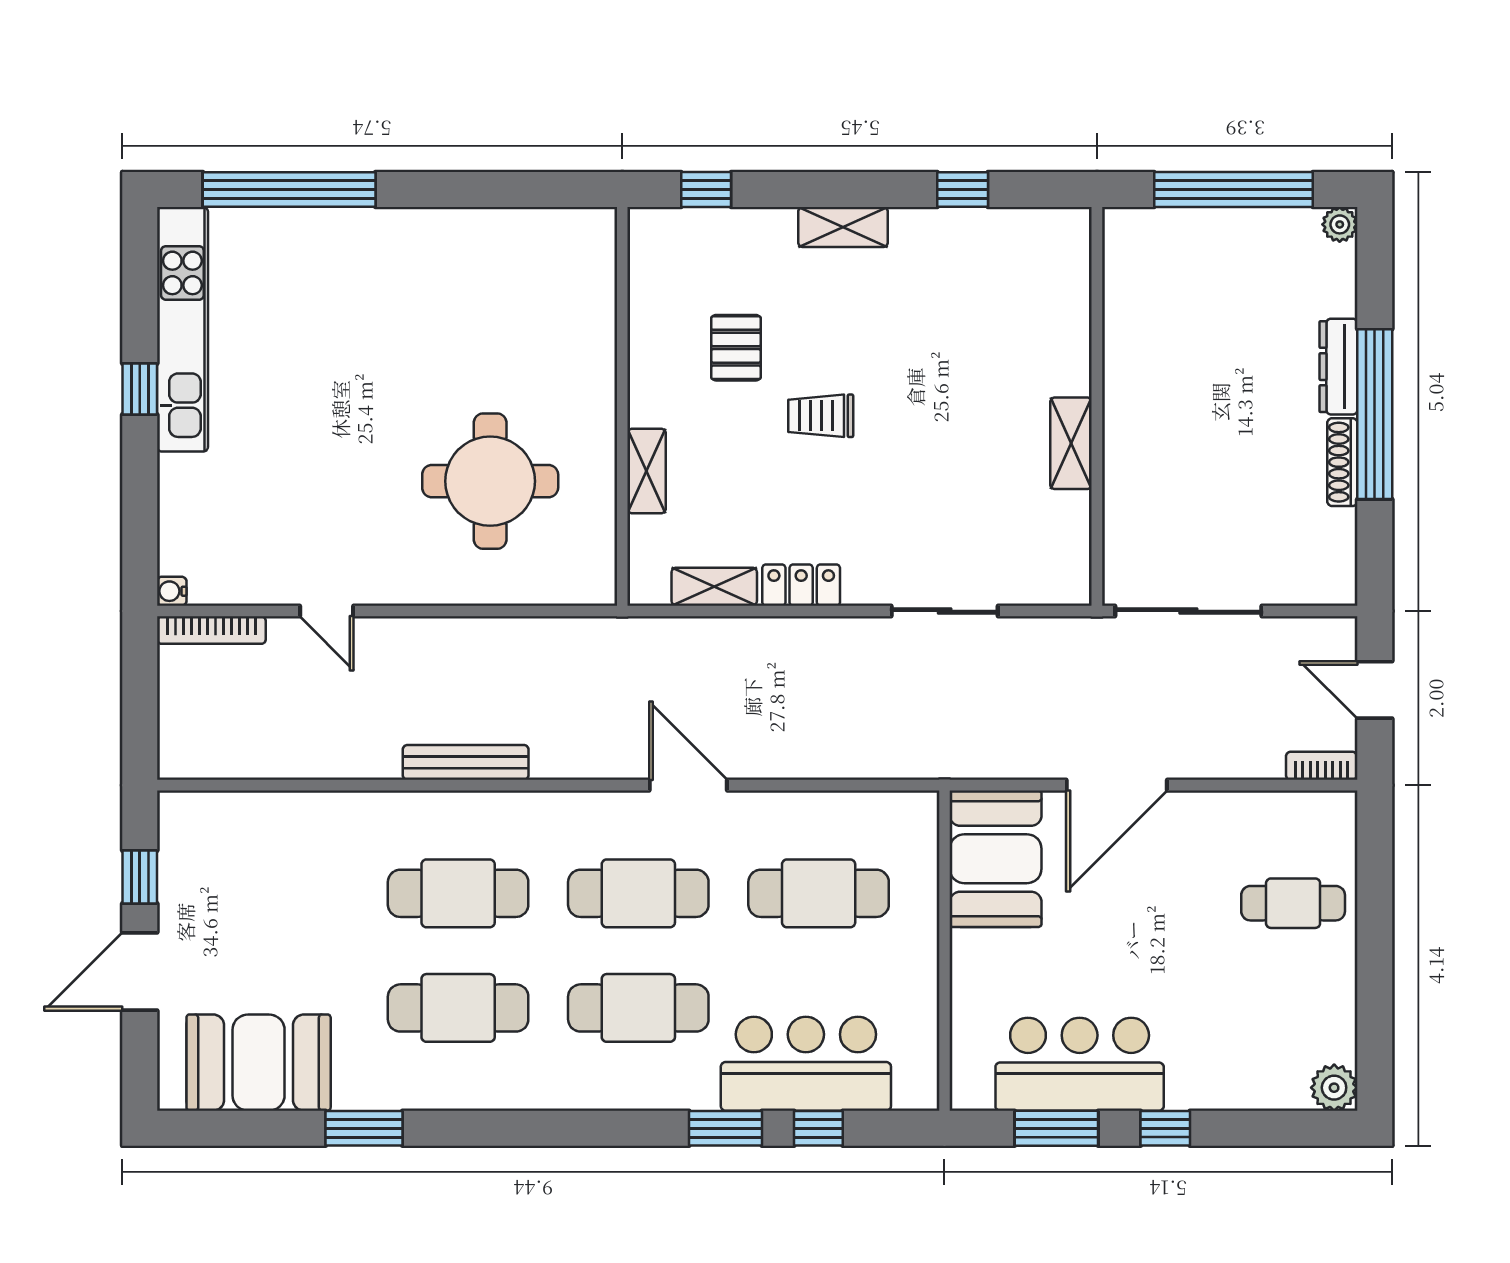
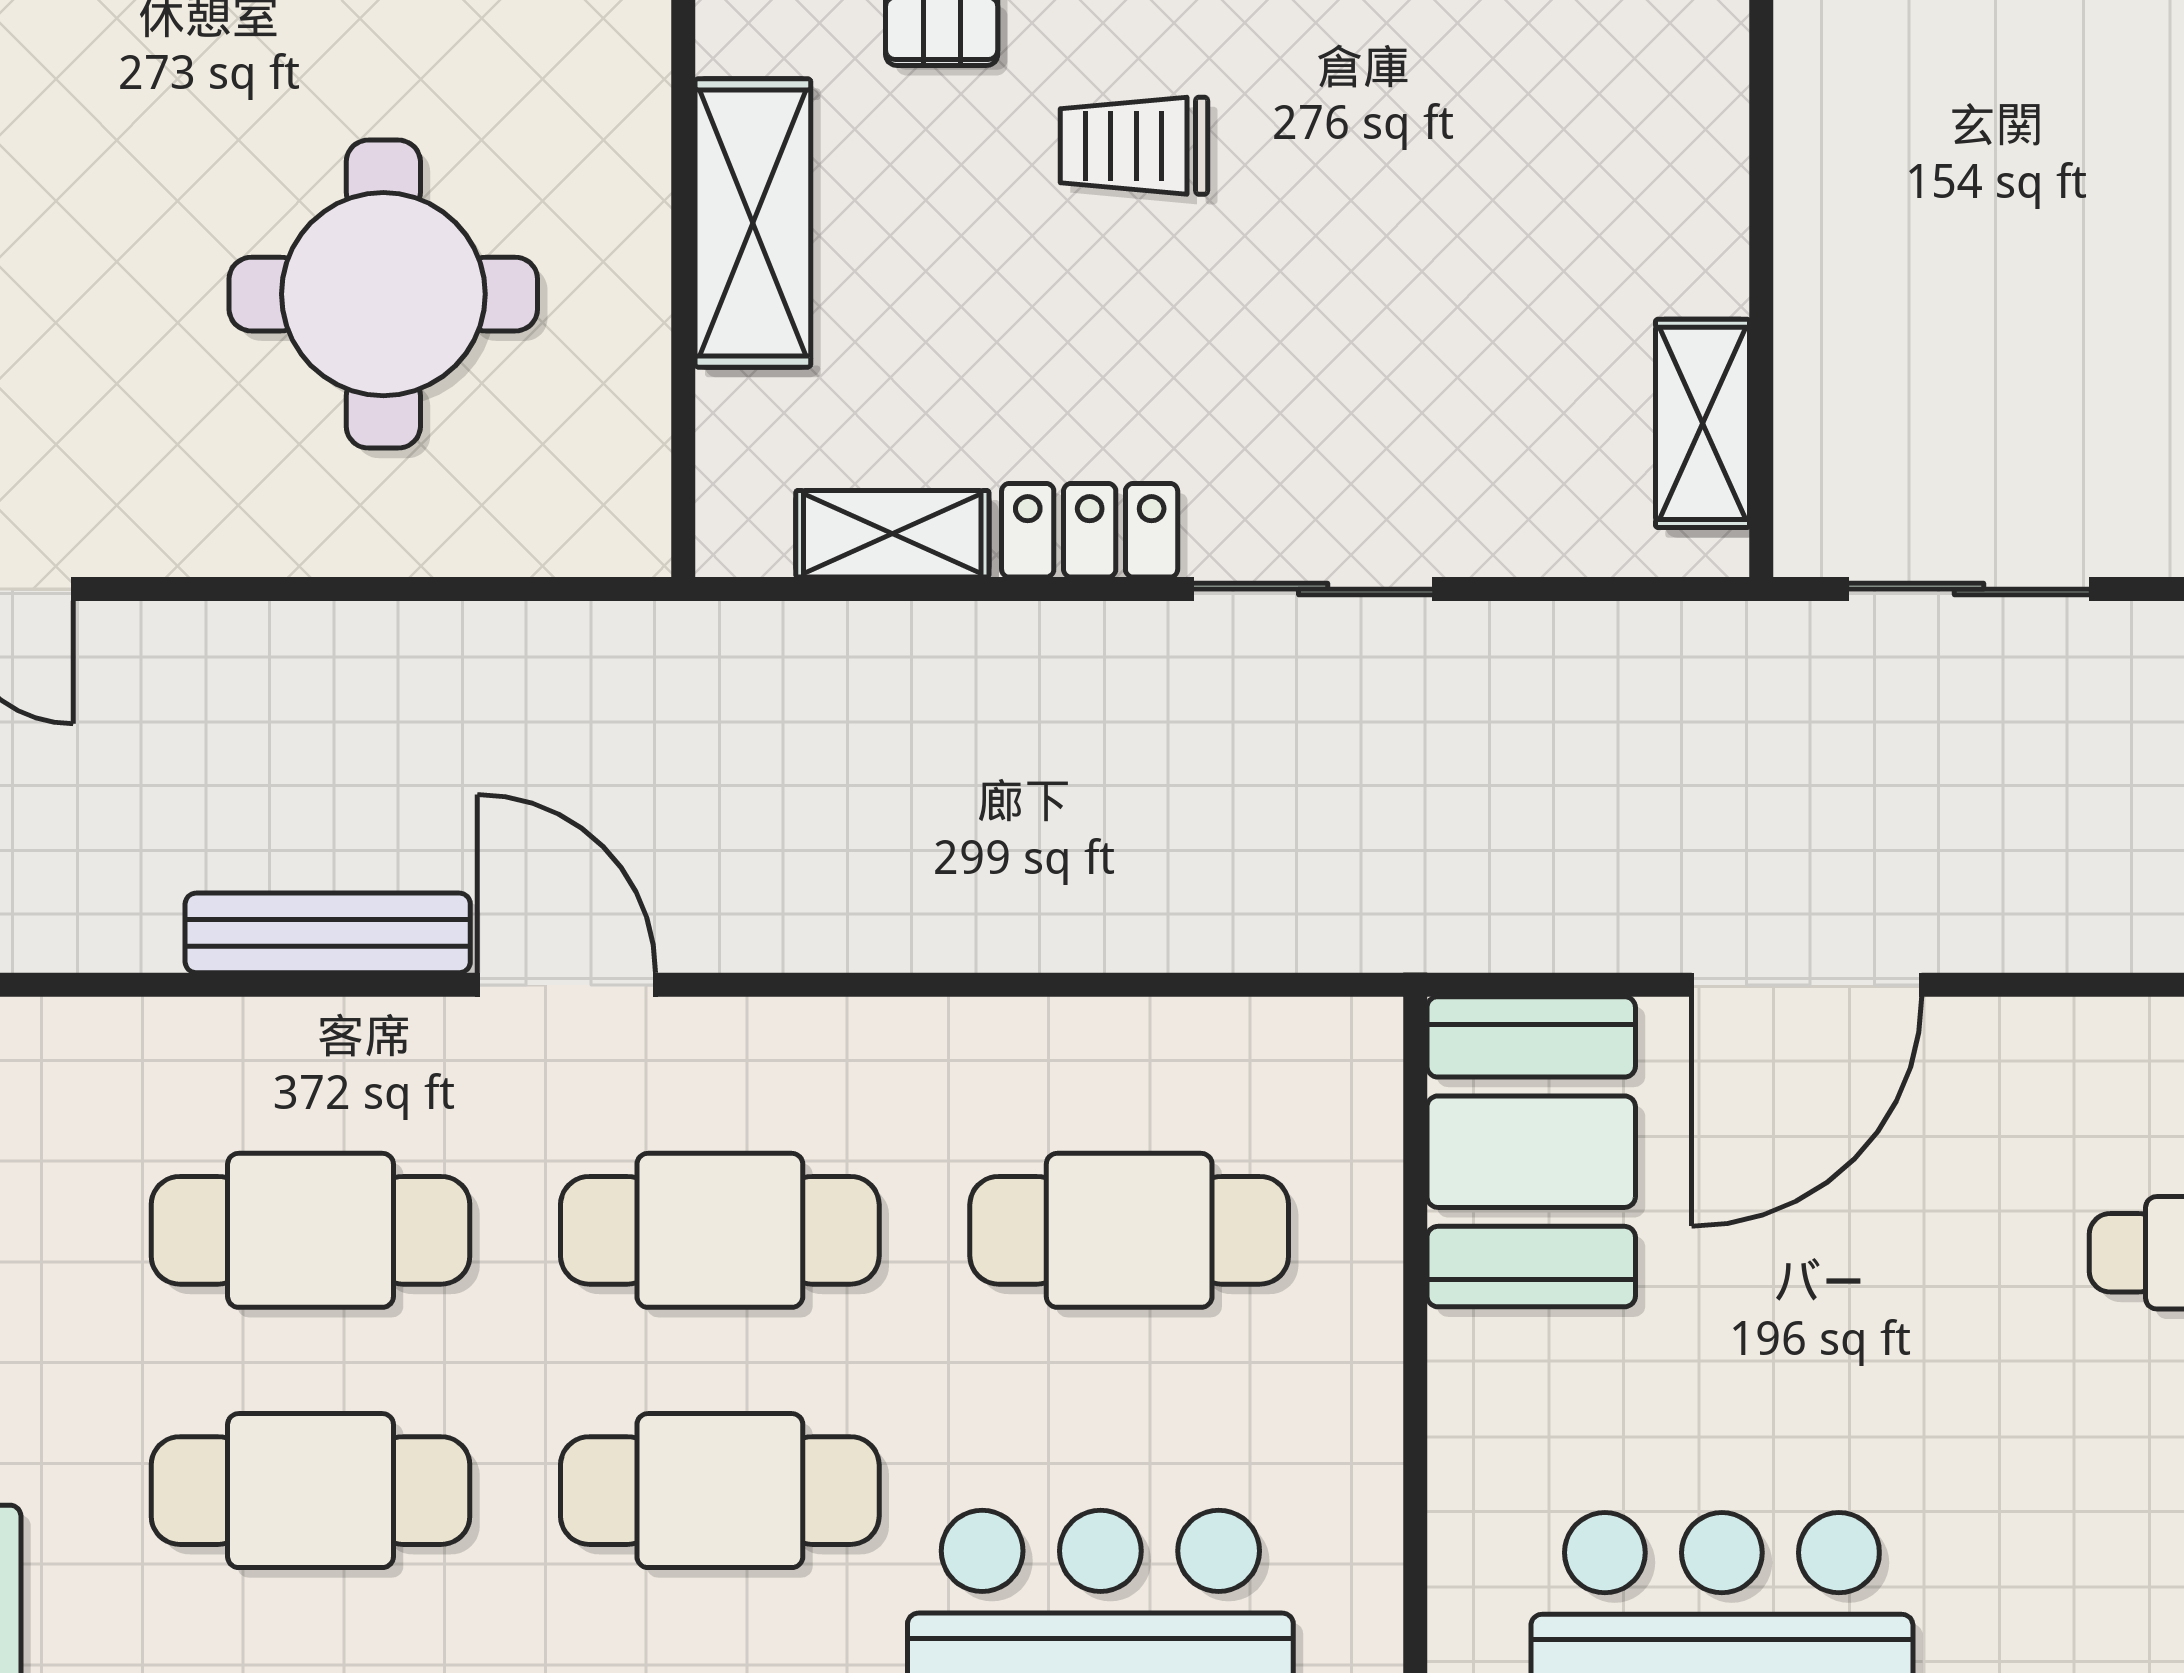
shelving: (1071, 443) -> (1703, 423), moved
shelving: (647, 471) -> (753, 223), width x1.50, depth x1.33
sliding door: (945, 611) -> (1313, 589), moved
sliding door: (1188, 611) -> (1969, 589), width x0.73
door: (688, 785) -> (567, 985), moved

